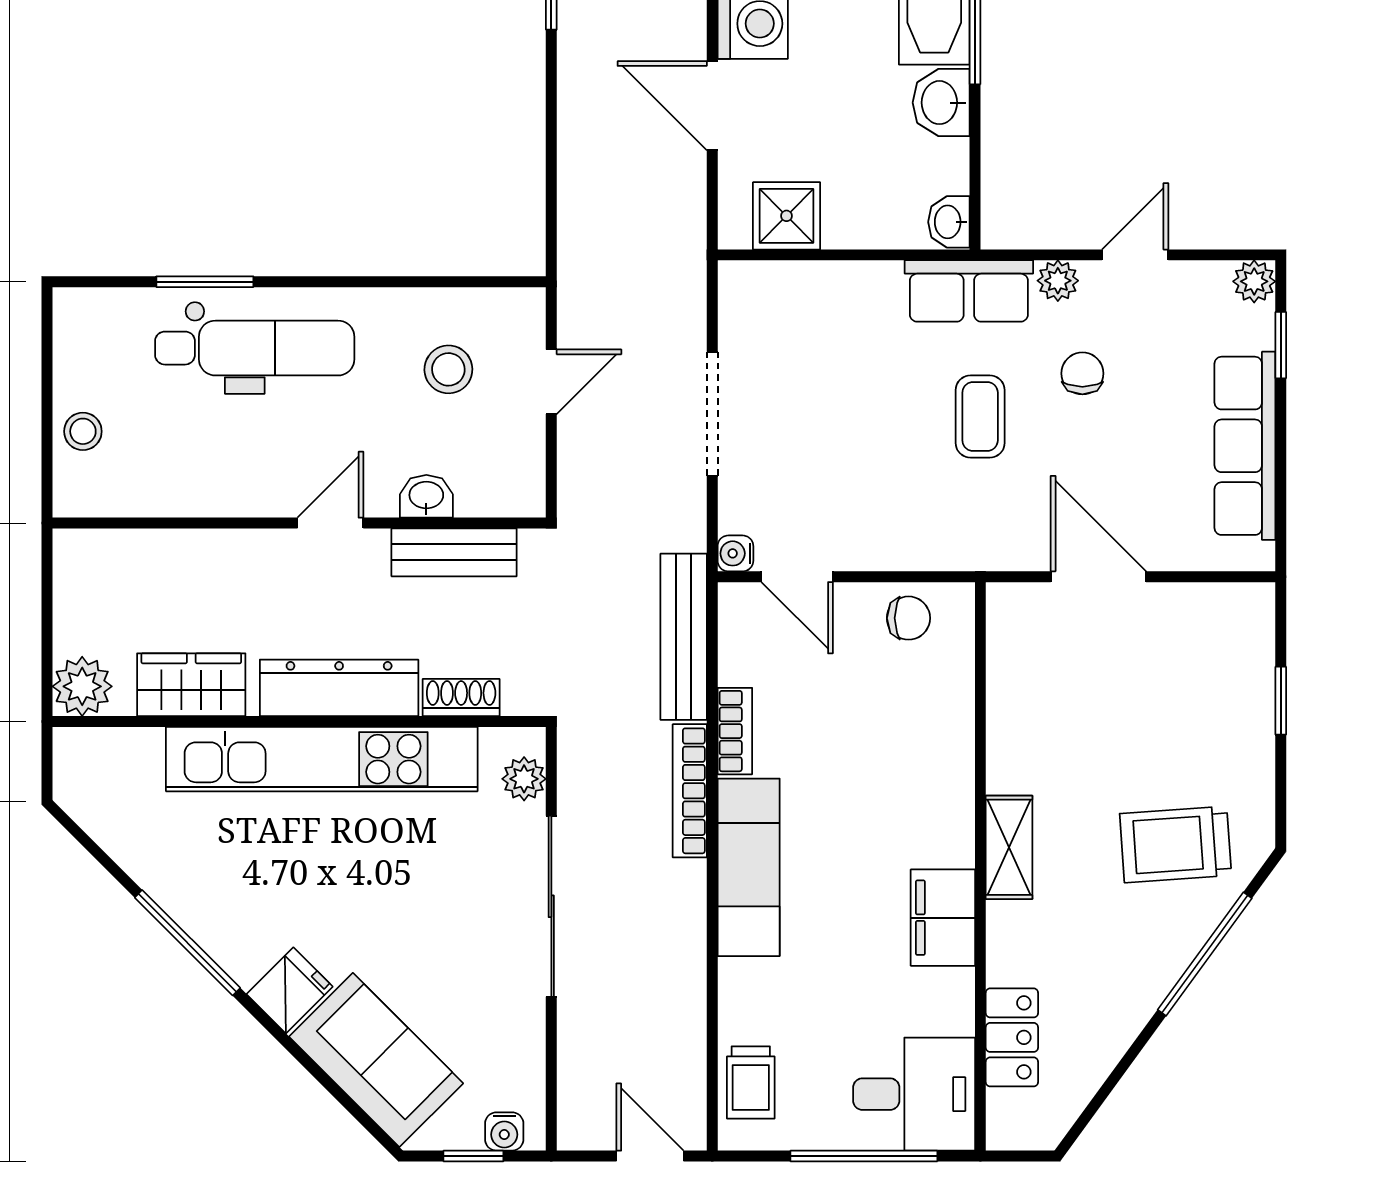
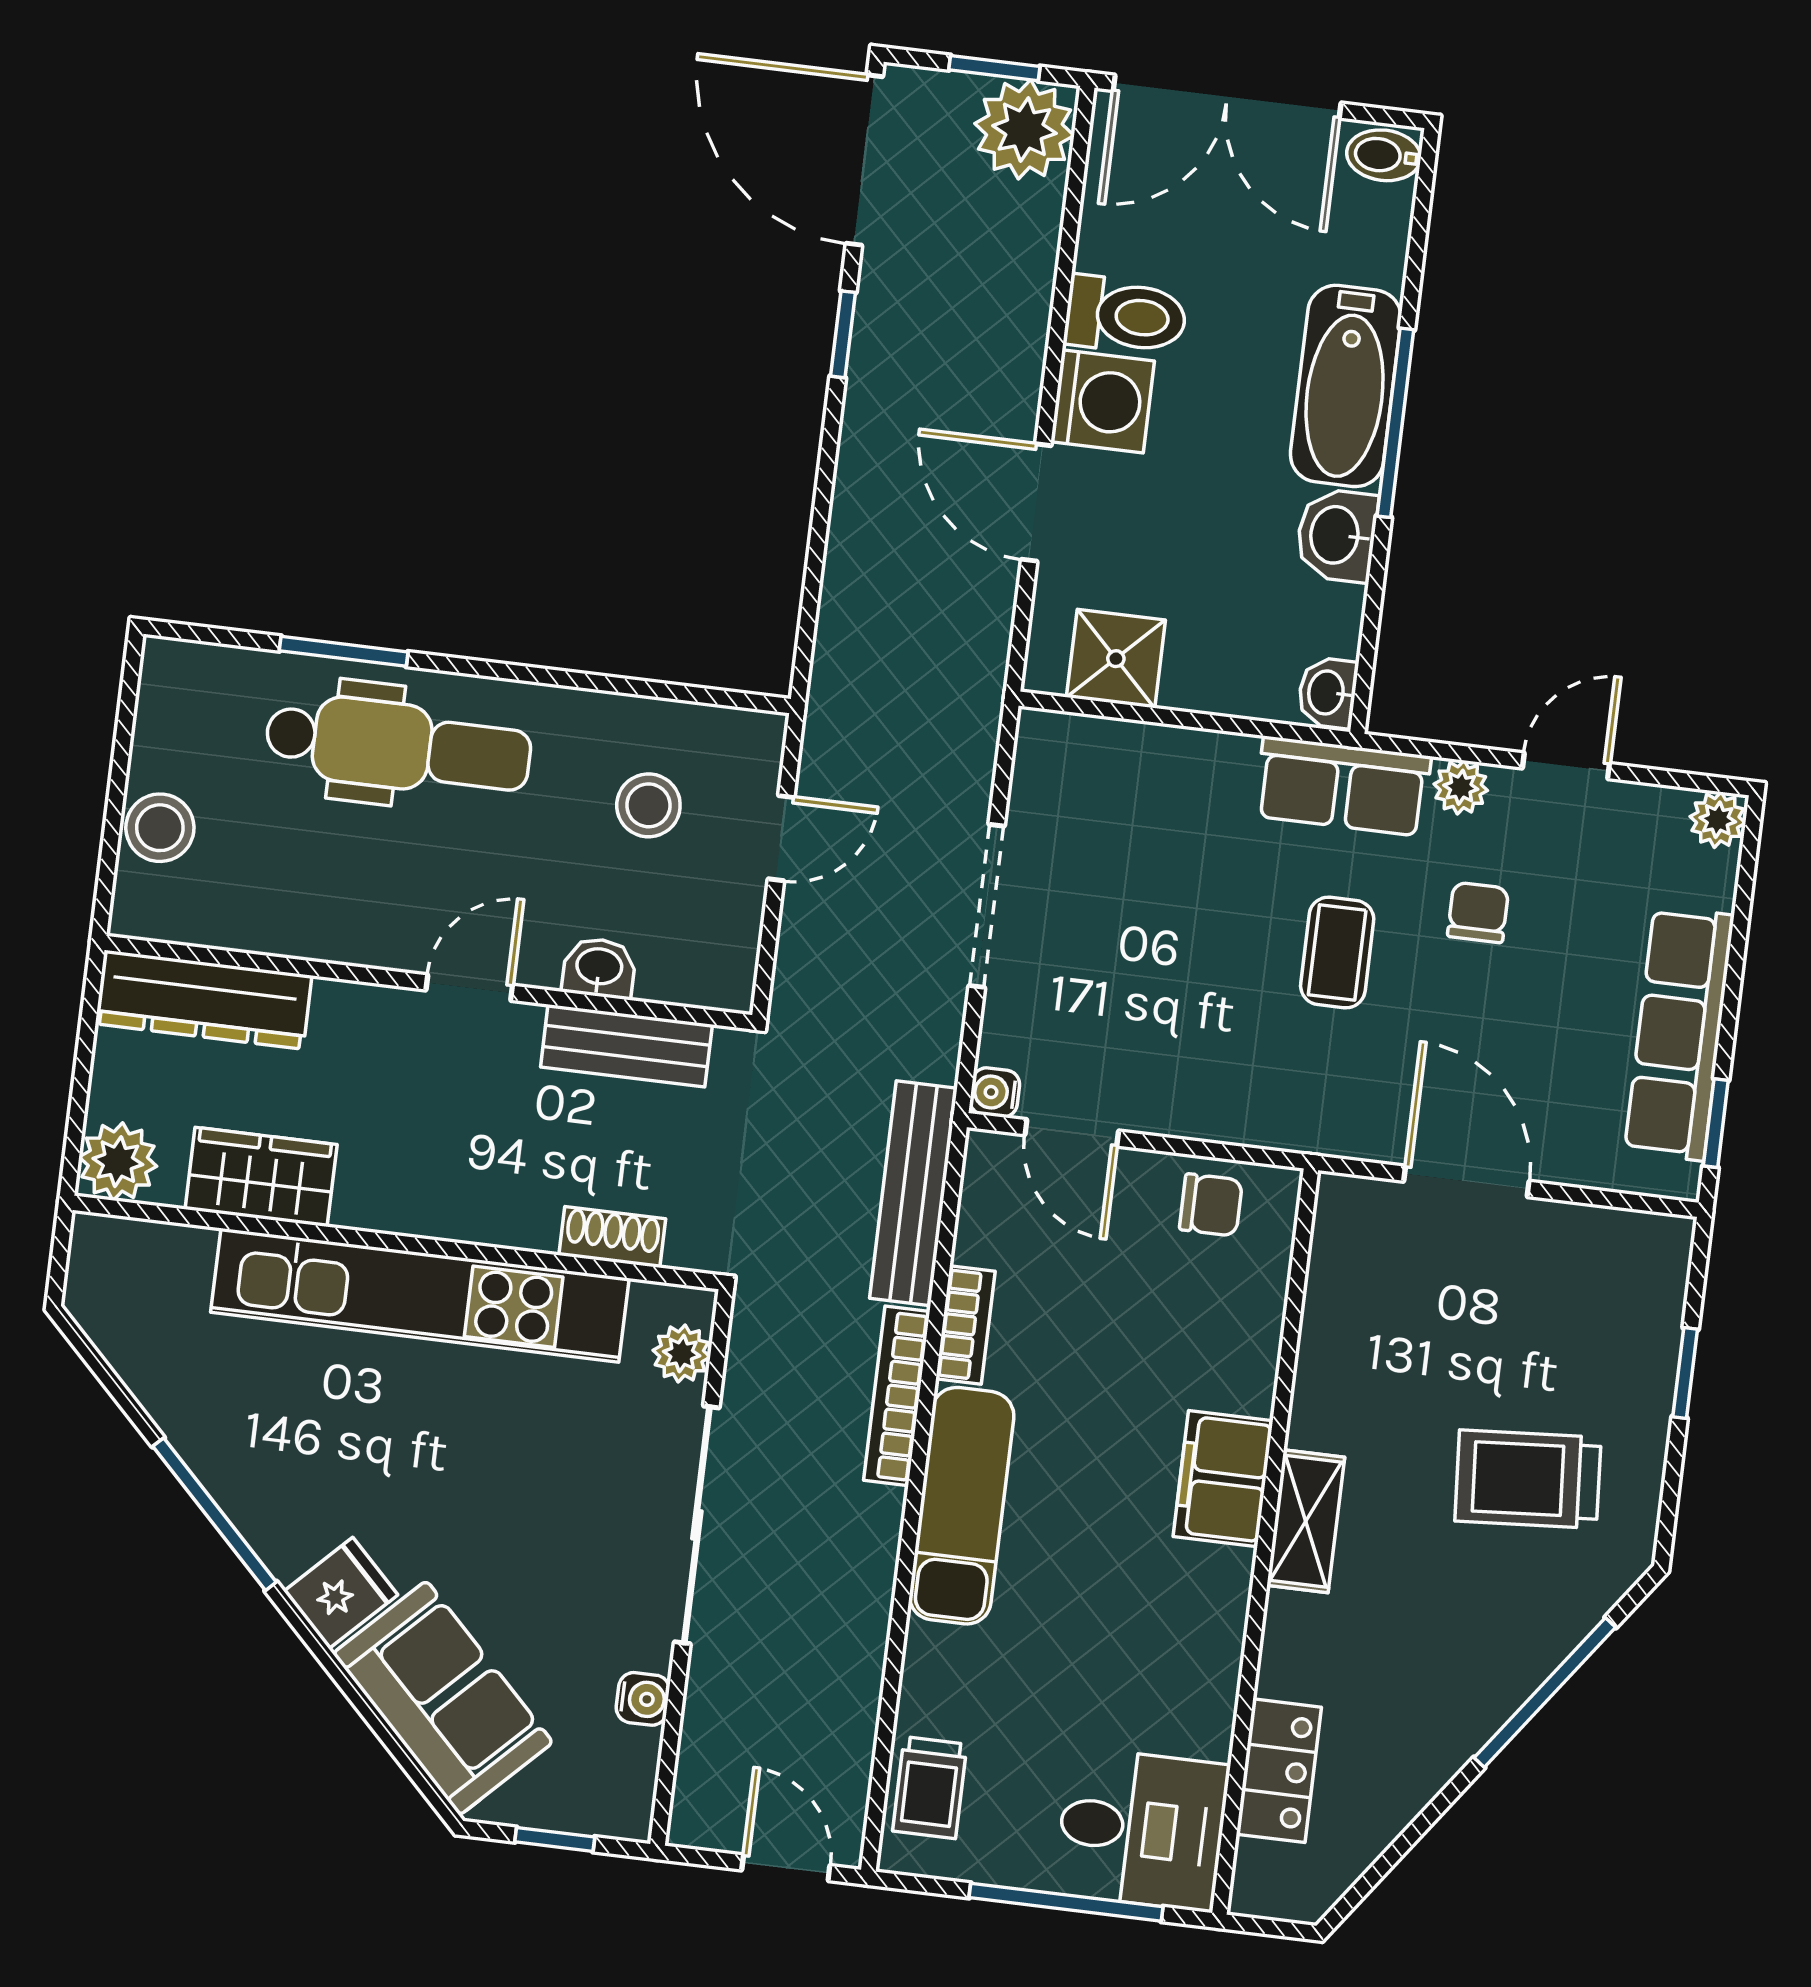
window: (1281, 345) -> (1716, 1123), moved
stool: (83, 431) -> (160, 828), width x1.37, depth x1.37
dresser: (339, 688) -> (204, 1000), moved, turned 180
trolley: (1176, 844) -> (1528, 1479), moved
filing cabinet: (943, 918) -> (1223, 1479), moved
water cooler: (504, 1131) -> (643, 1699), moved, turned -90

